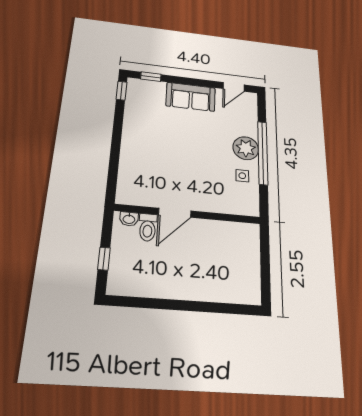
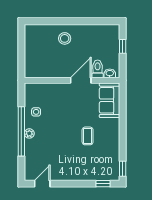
sofa: (191, 97) -> (110, 100), moved, turned -90
coffee table: (169, 137) -> (88, 136), added
plant: (246, 148) -> (29, 133), width x0.53, depth x0.53
stool: (198, 278) -> (65, 38), added

